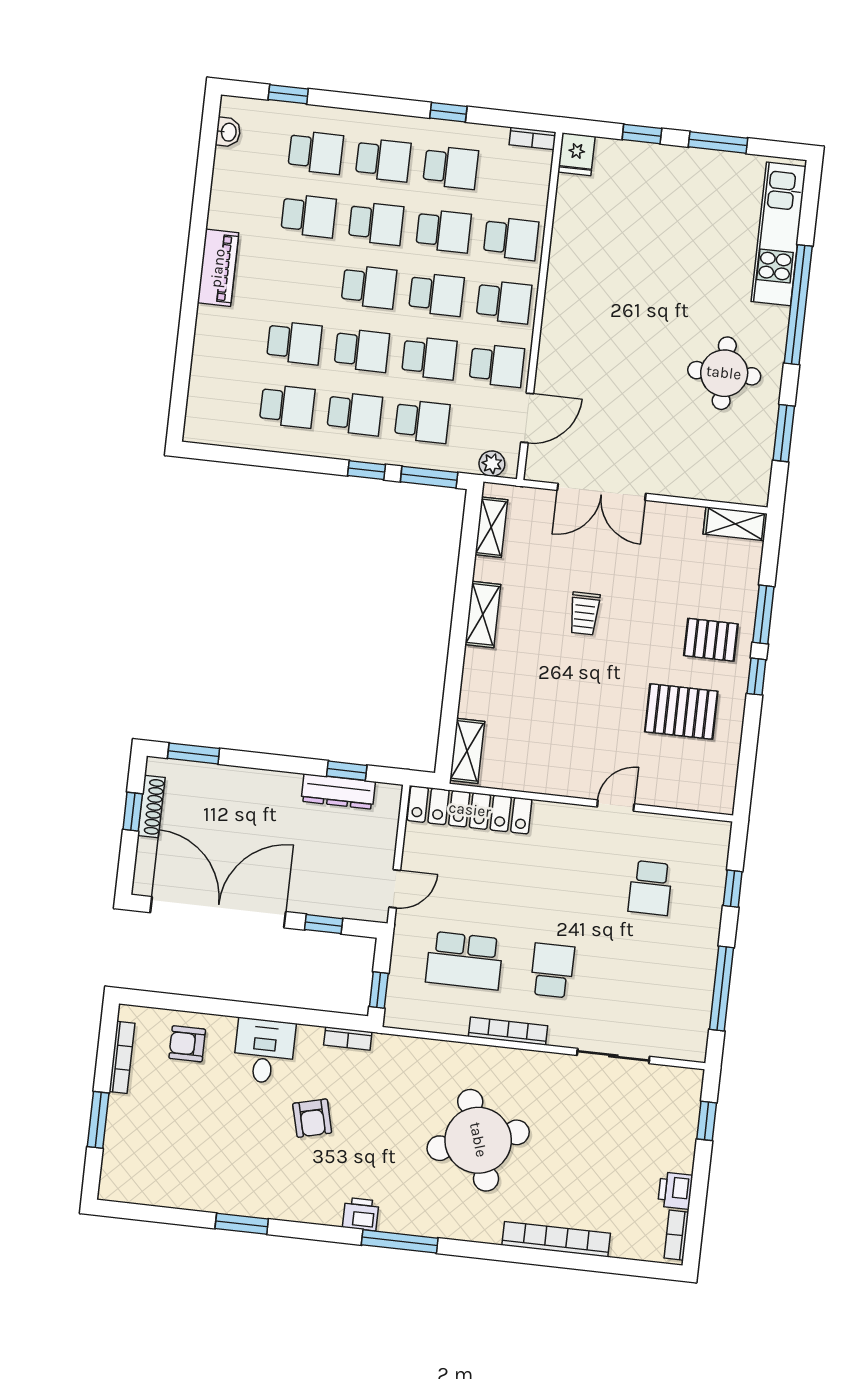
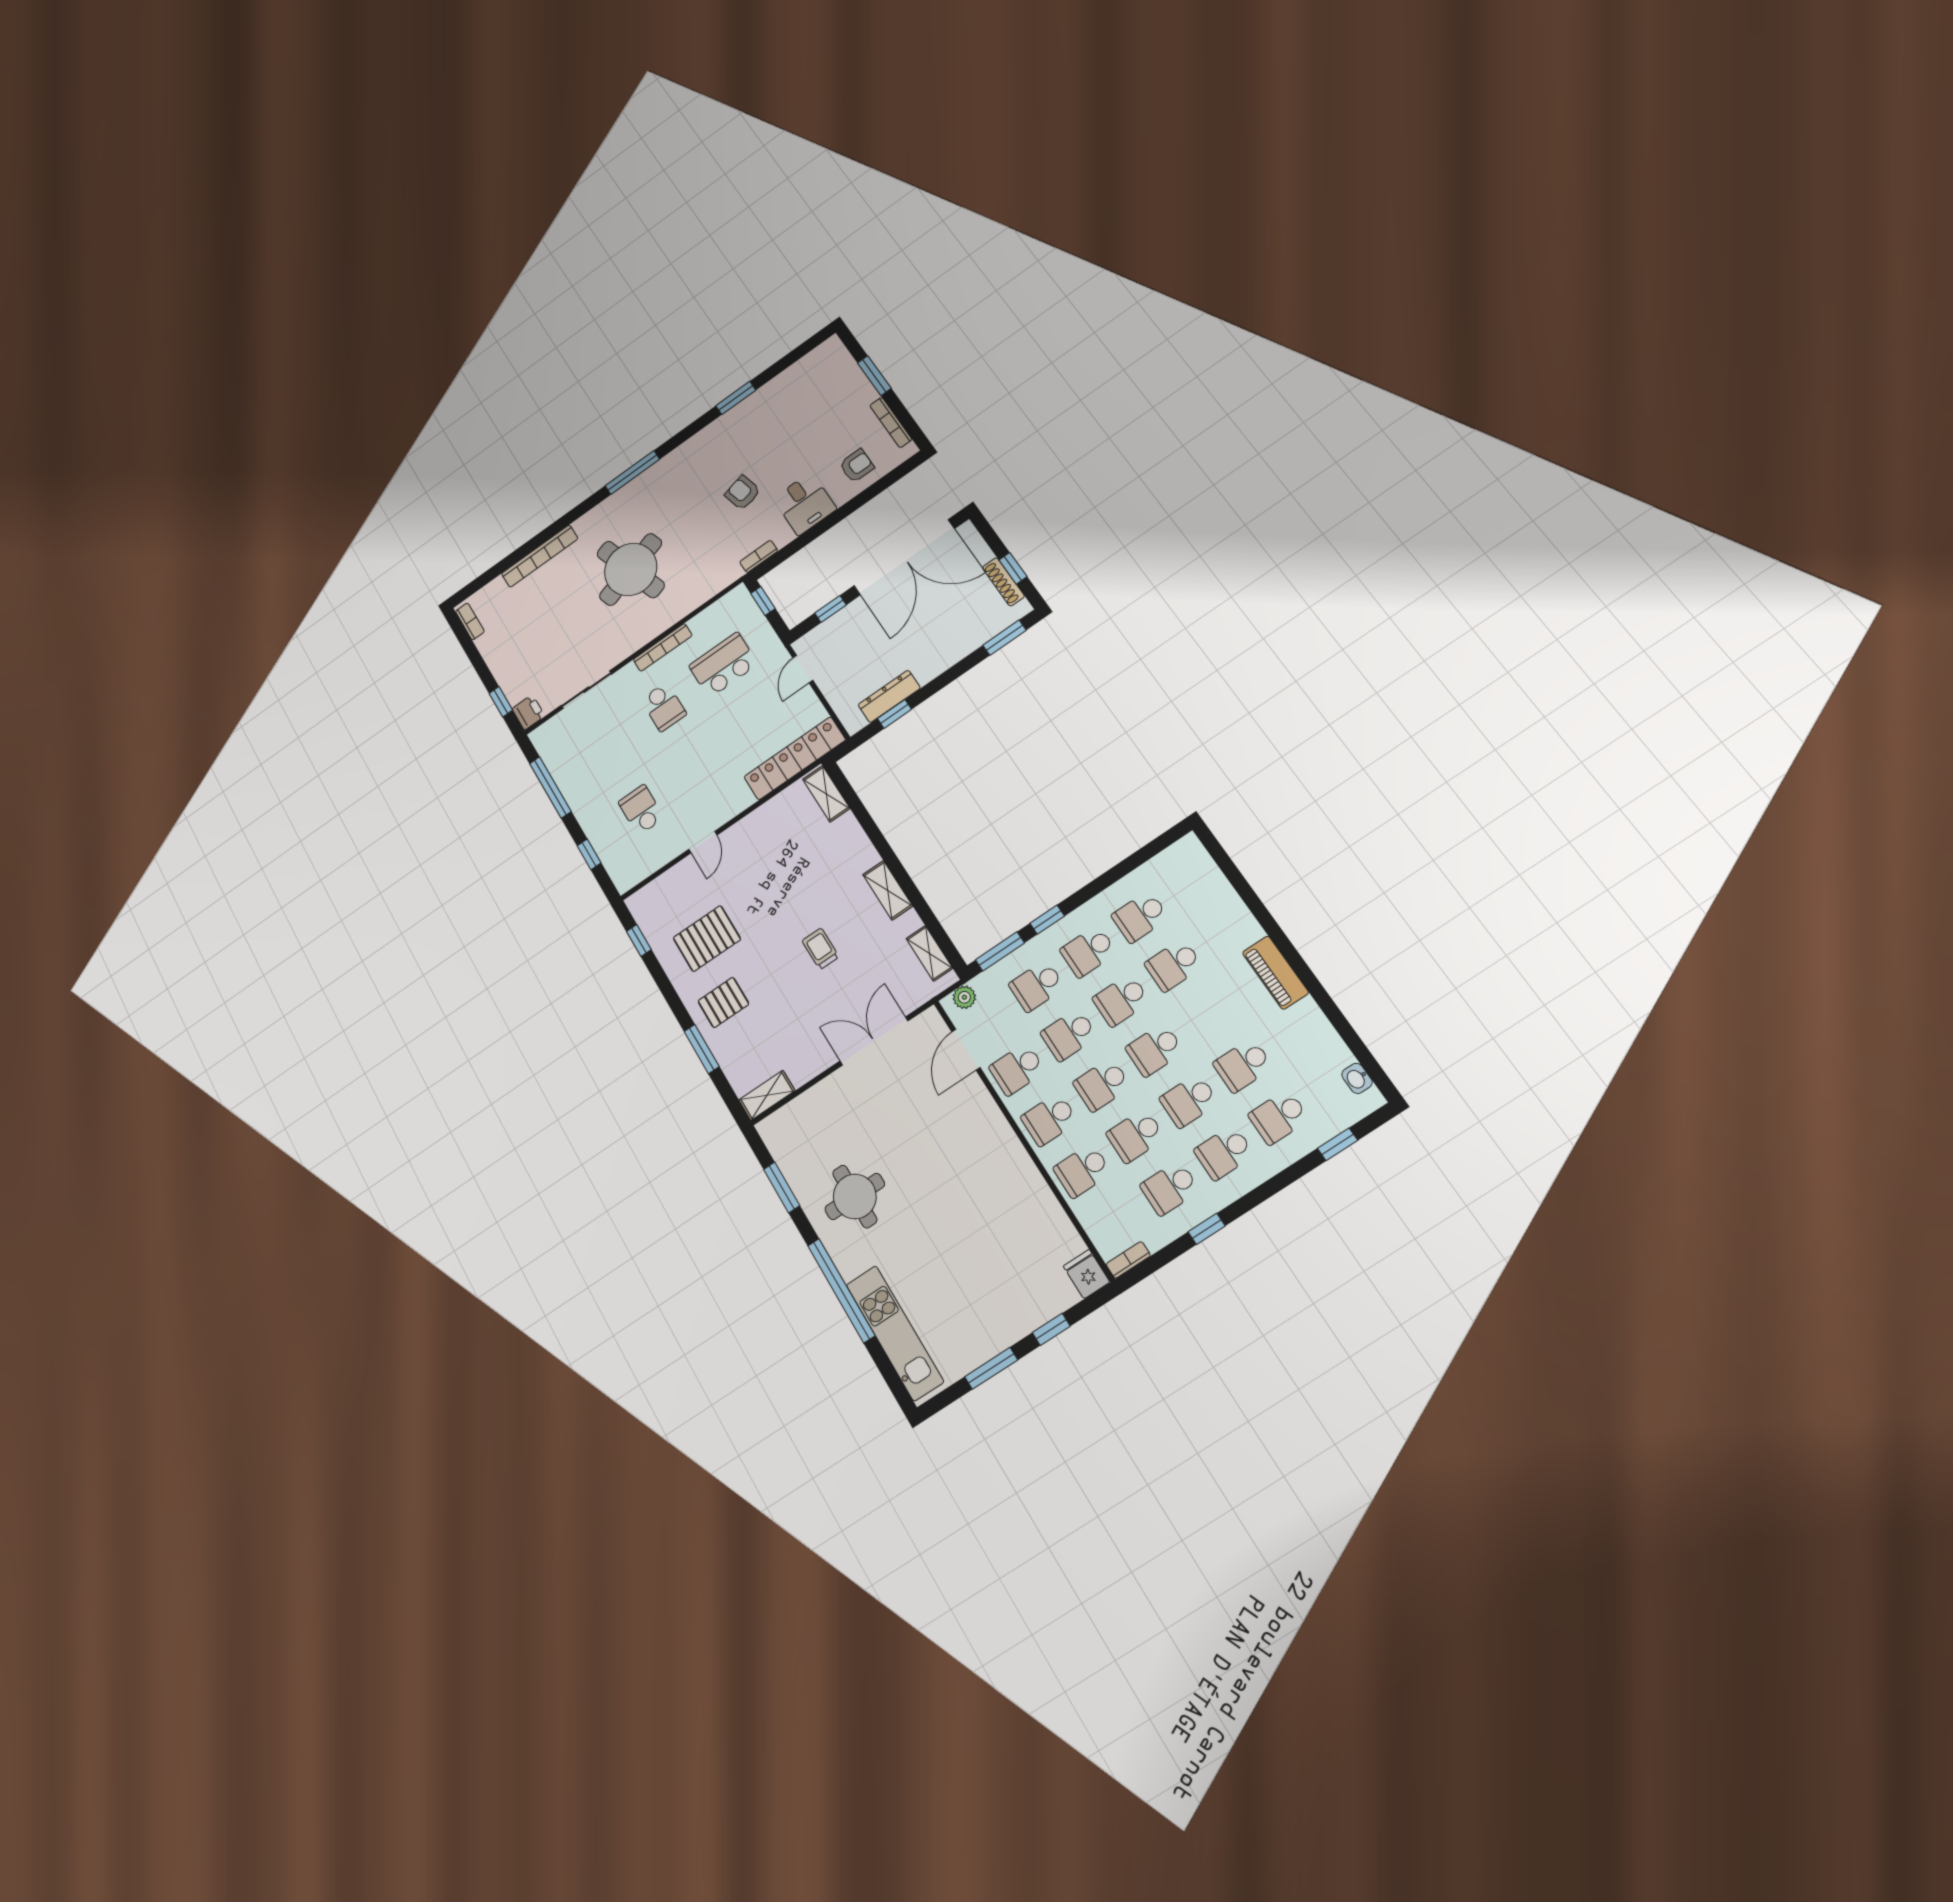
window: (756, 677) -> (639, 940), moved
printer: (675, 1191) -> (528, 712), moved
printer: (361, 1214) -> (668, 467), removed

